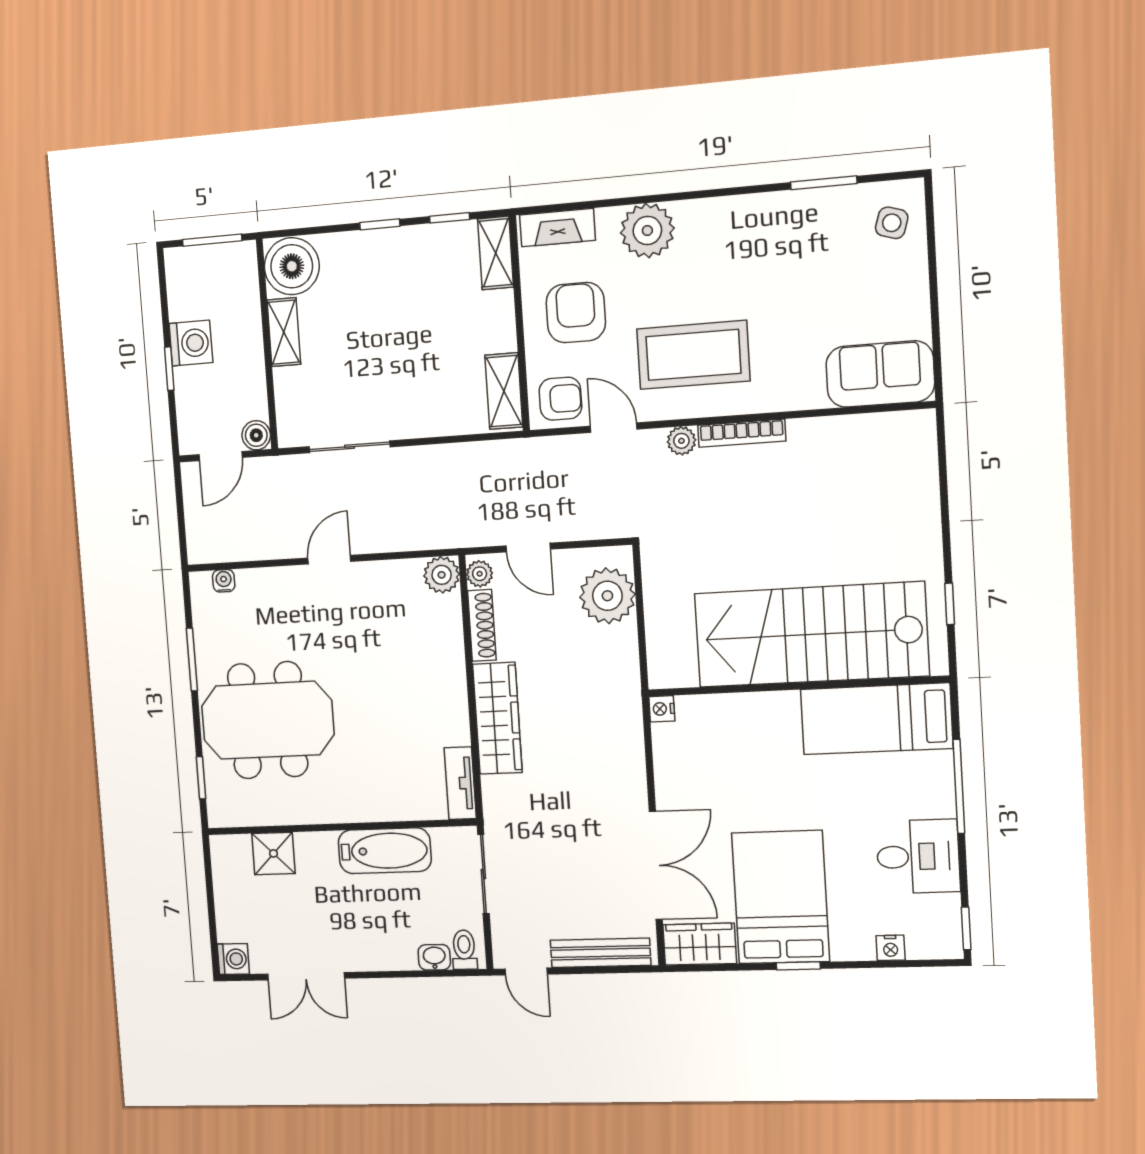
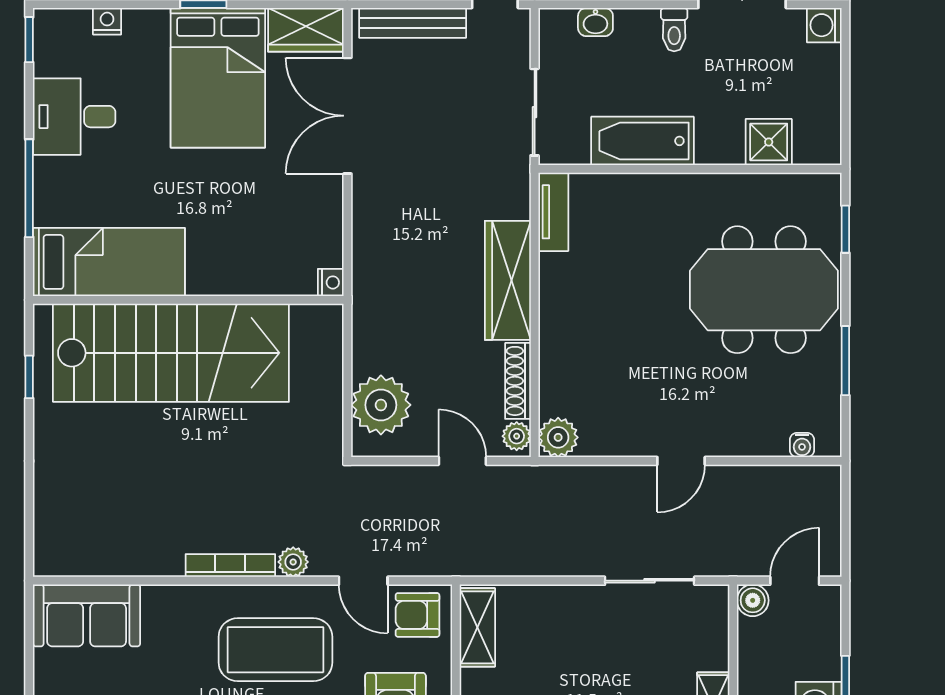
toilet: (464, 950) -> (674, 30), moved

